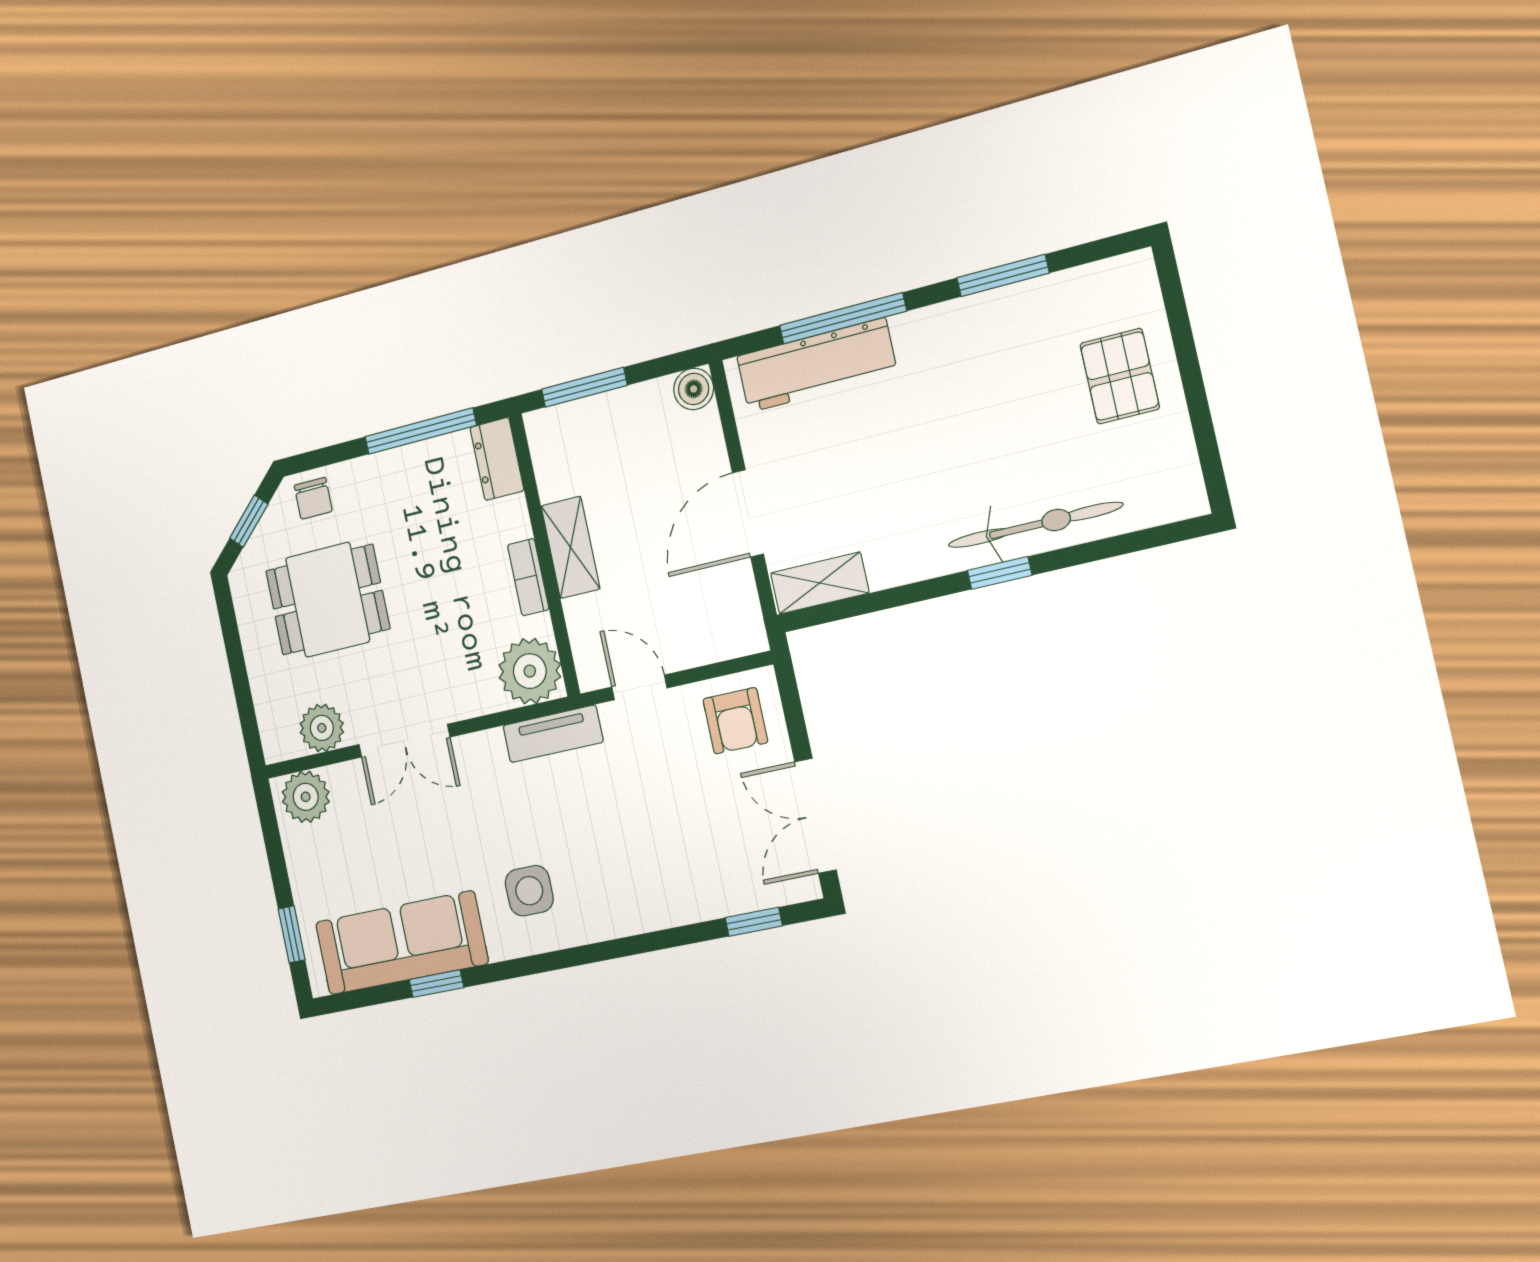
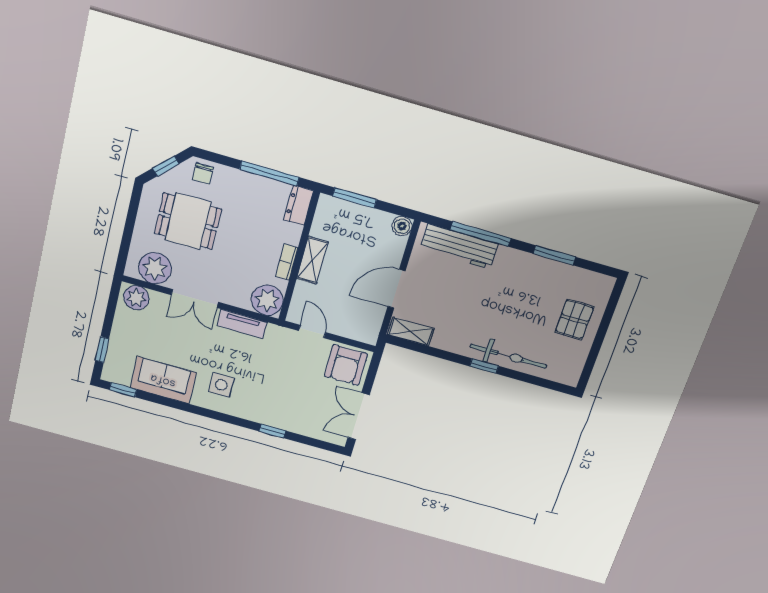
armchair: (735, 721) -> (346, 365), width x1.38, depth x1.38
plant: (322, 728) -> (155, 268), width x1.36, depth x1.36
tv unit: (553, 734) -> (242, 324), moved
window: (754, 922) -> (272, 431), moved
sofa: (401, 943) -> (163, 380), width x0.73
window: (436, 984) -> (123, 390), moved

